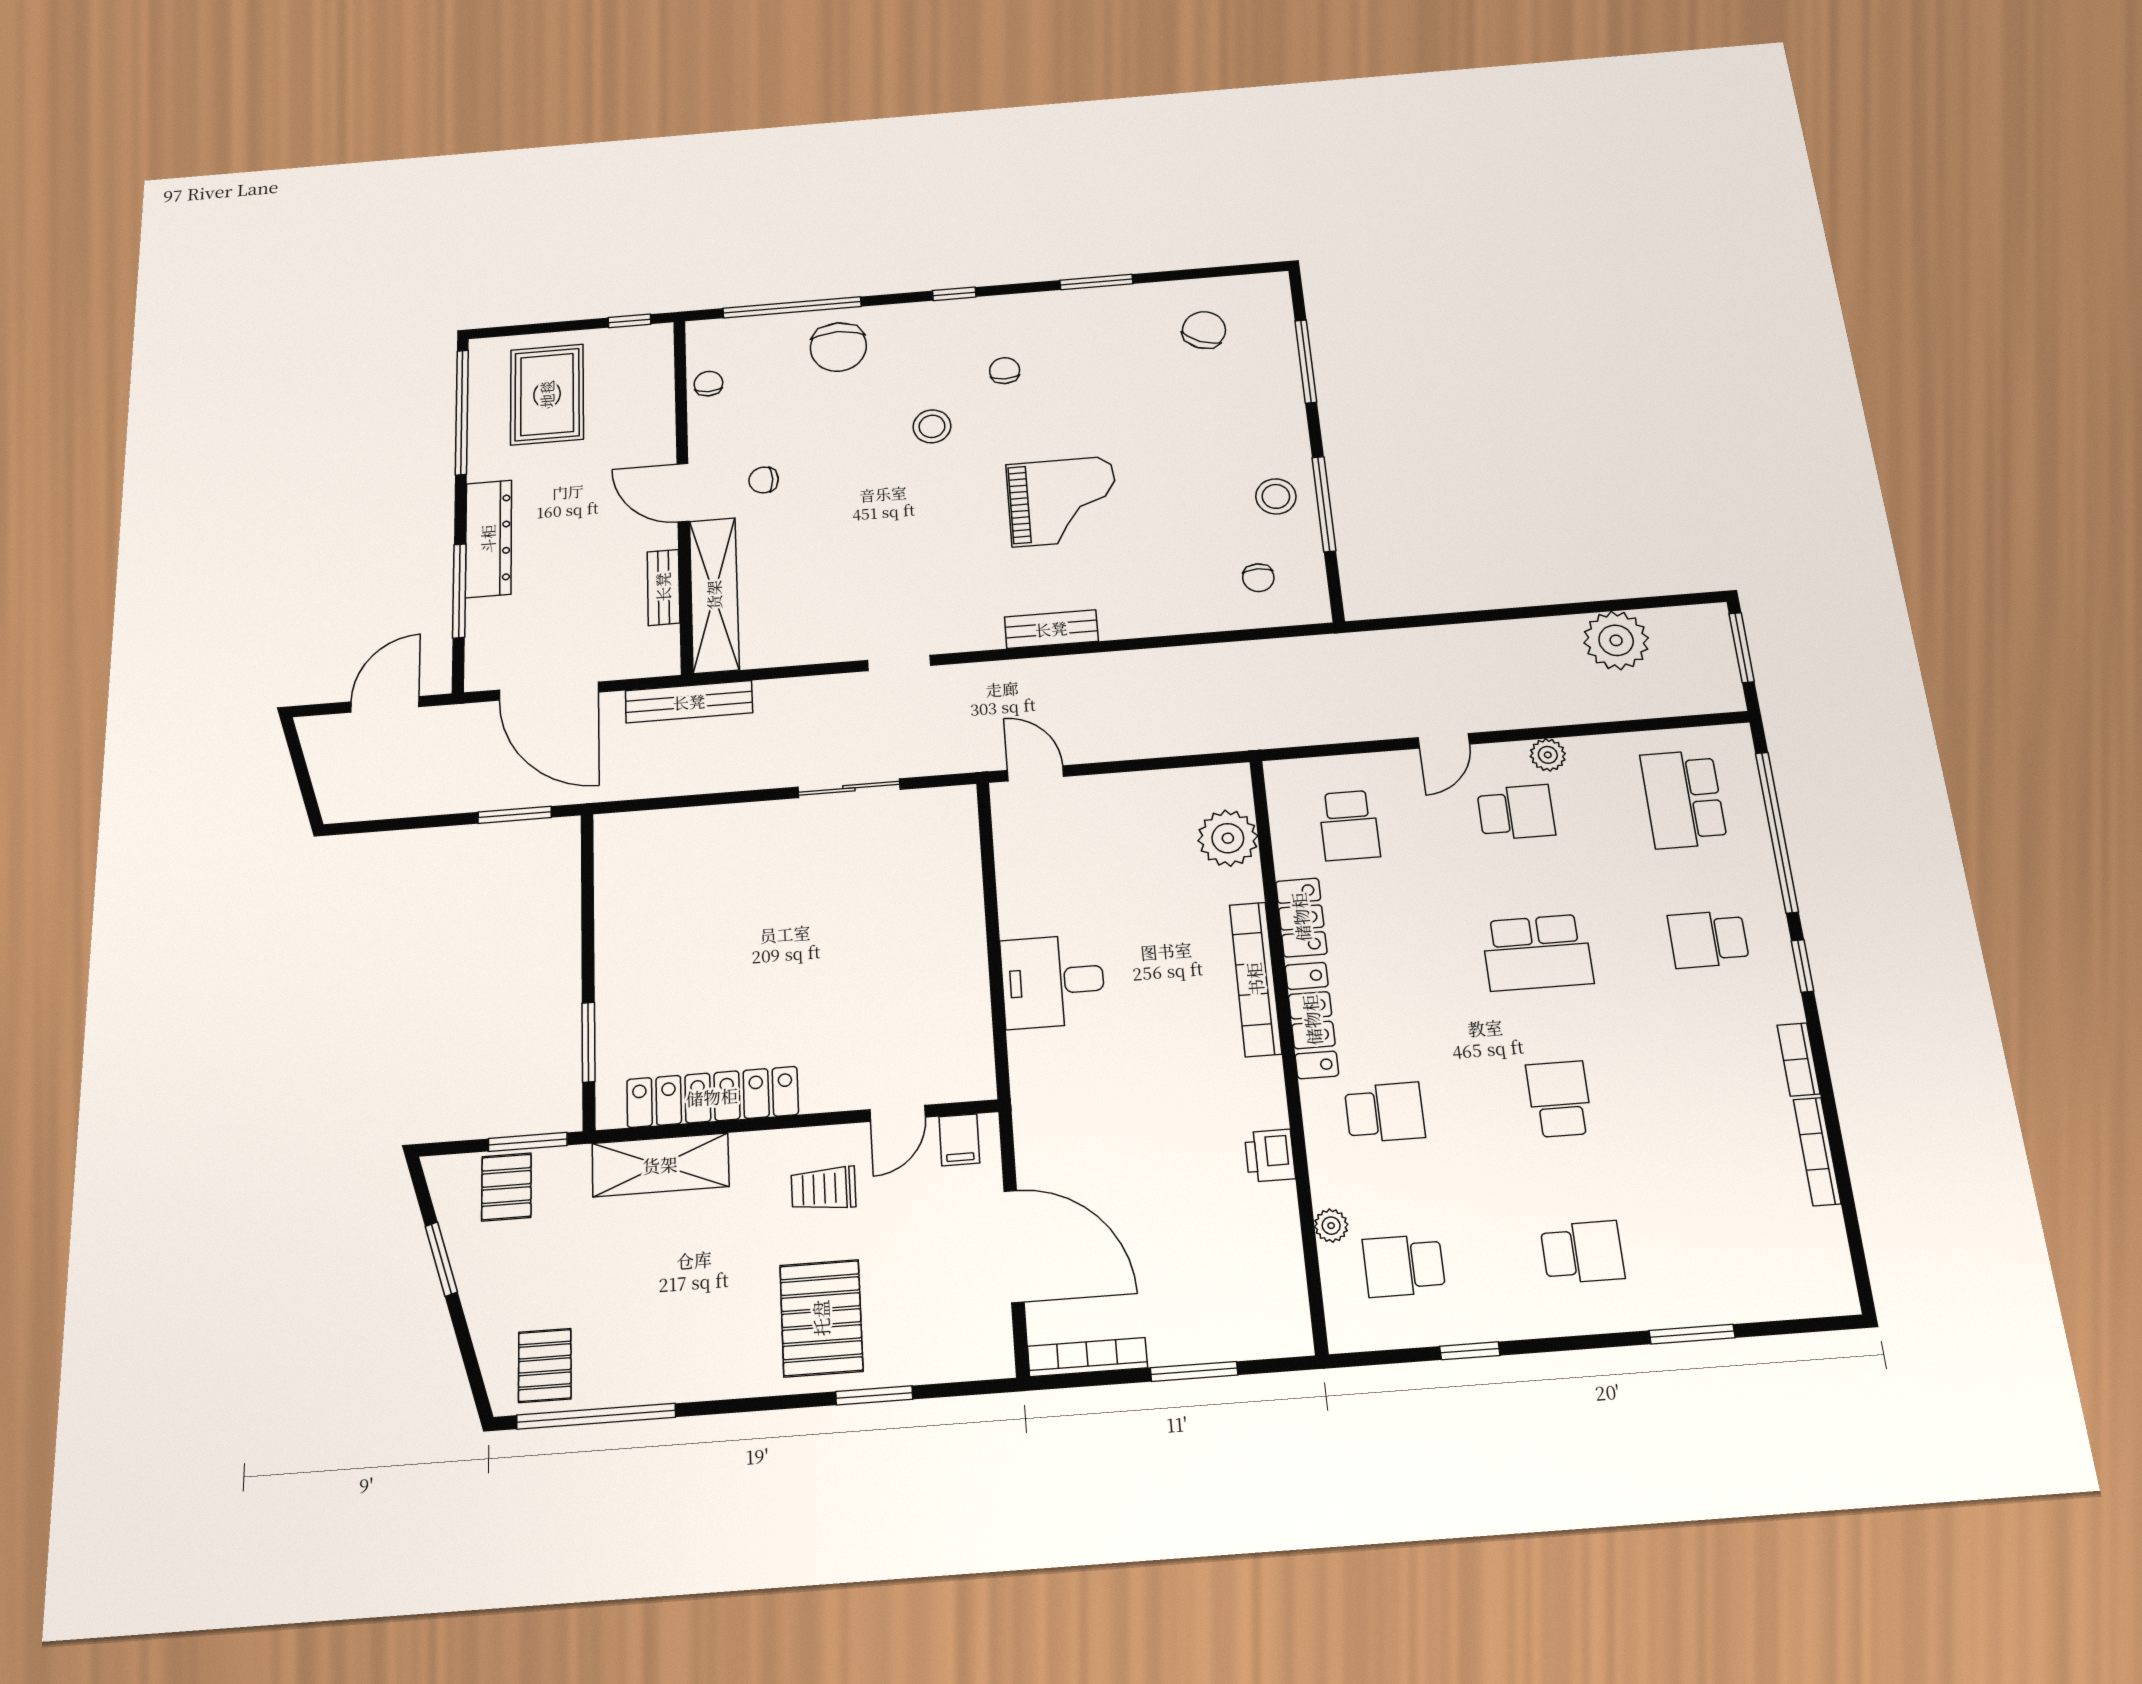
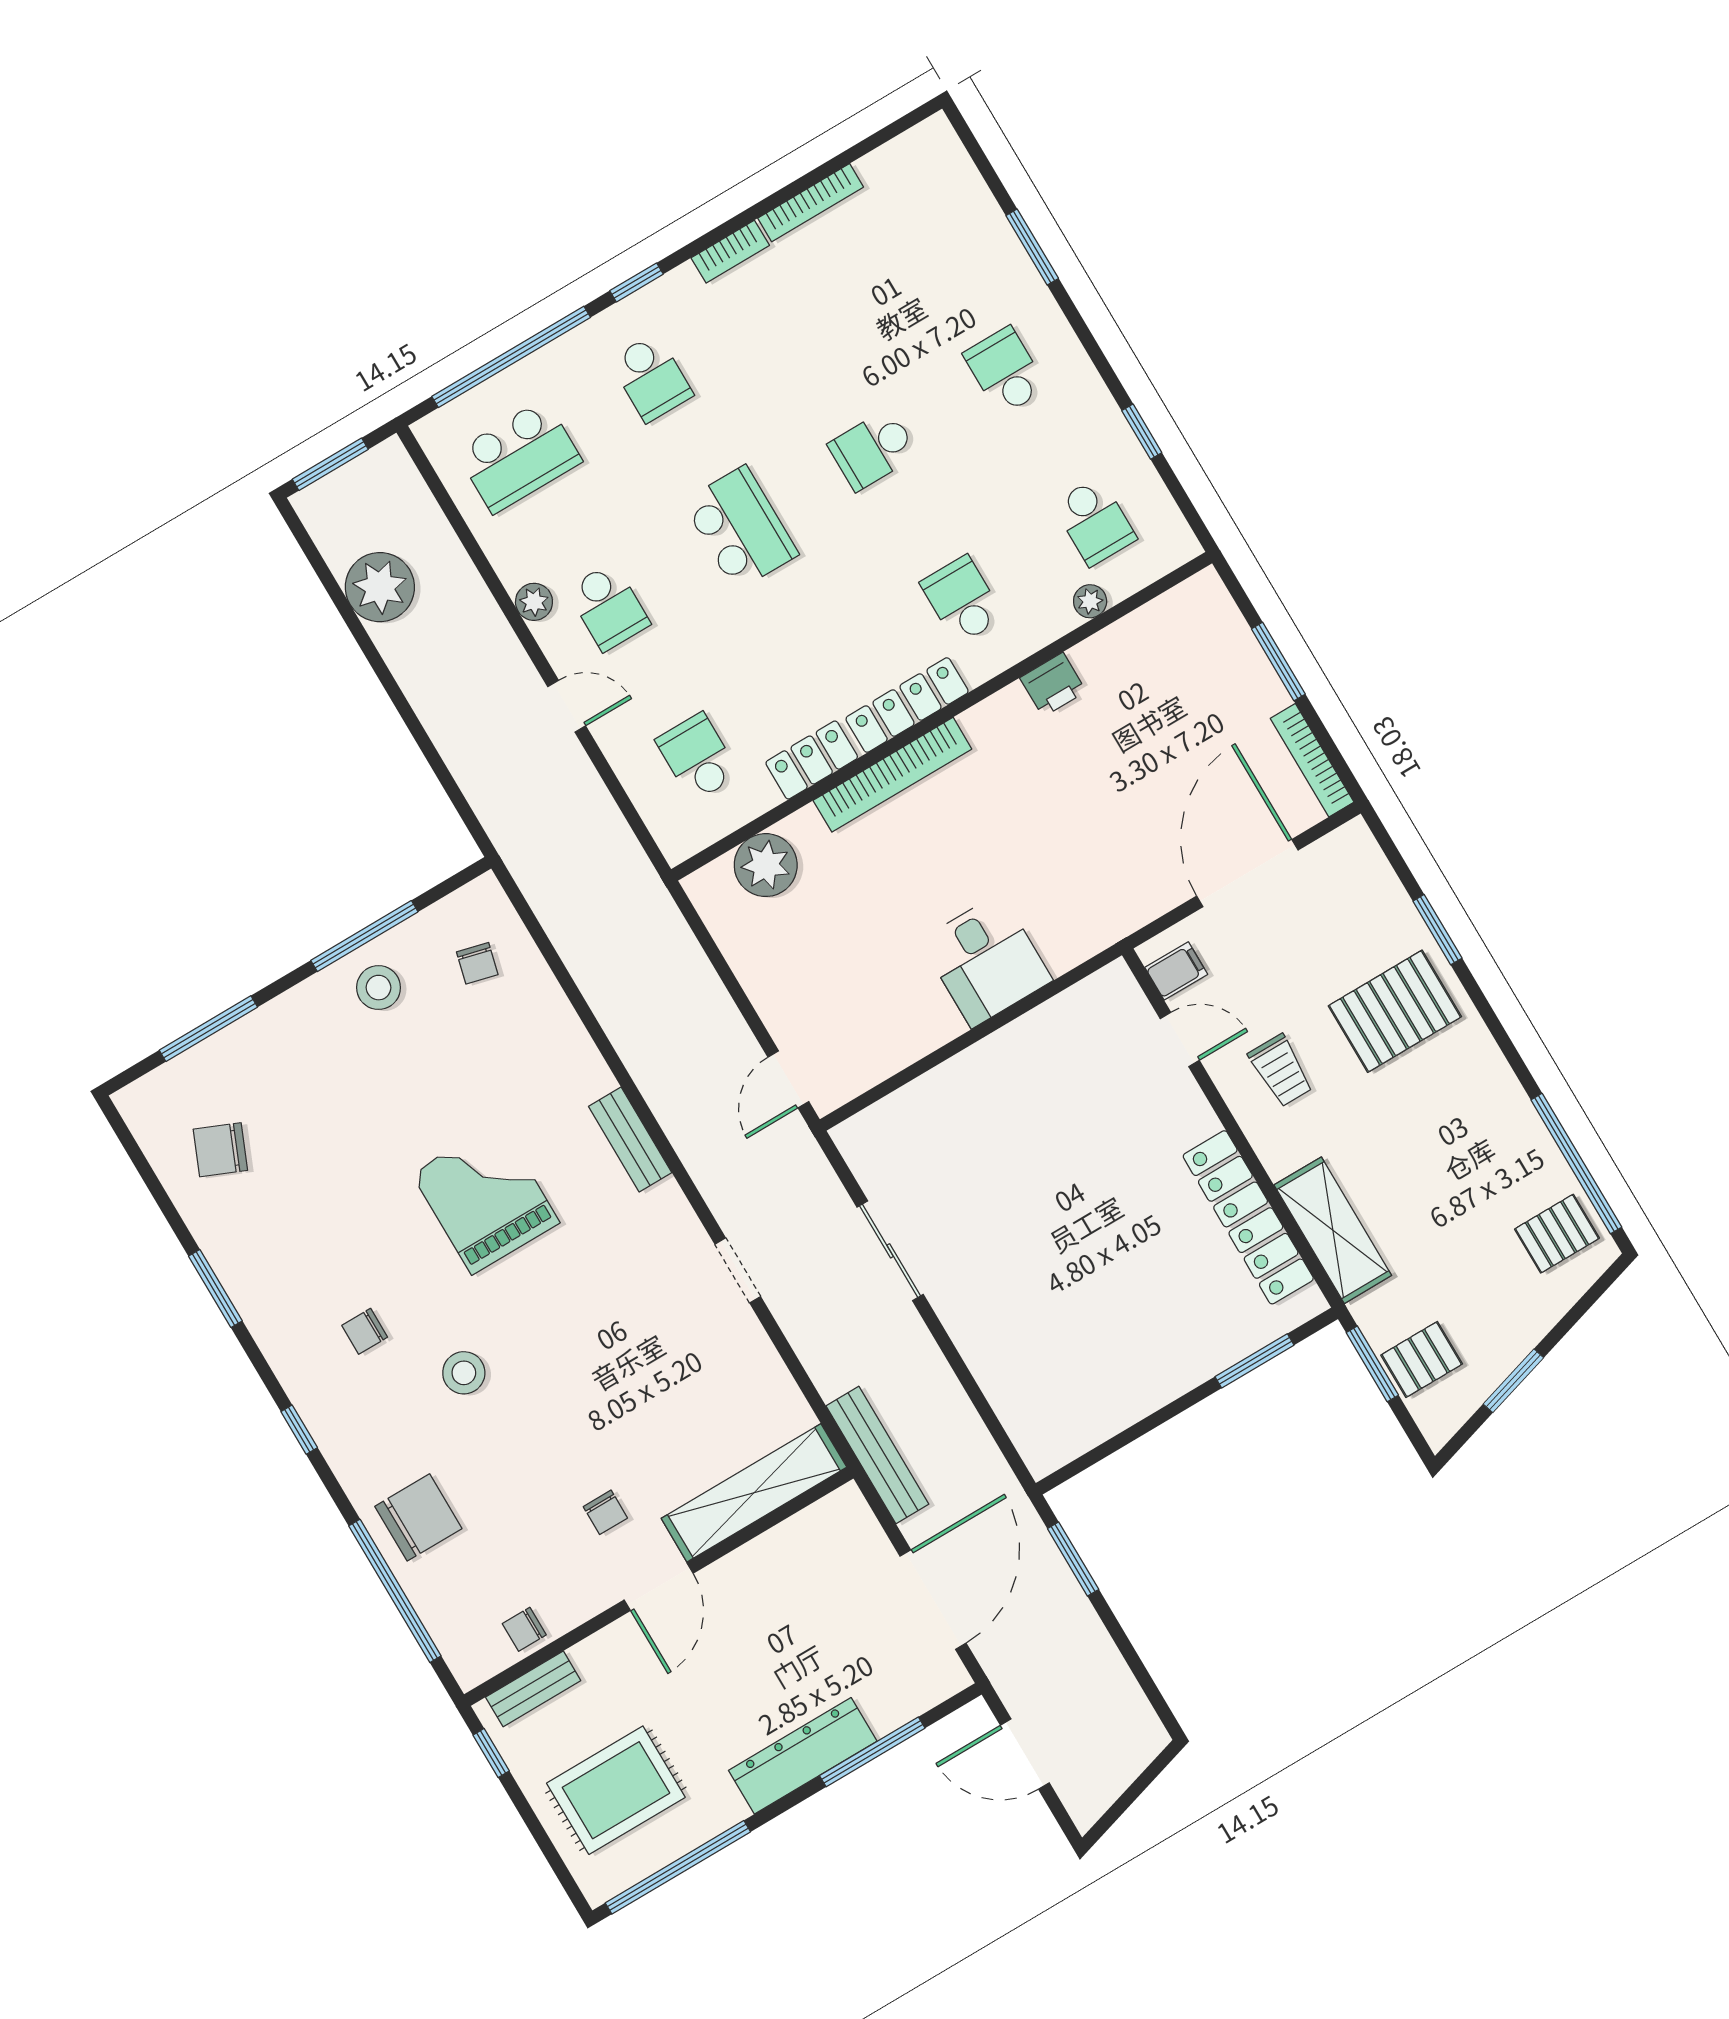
chair: (1258, 578) -> (477, 963), turned 104
bench: (663, 587) -> (533, 1689), moved
school desk: (1516, 812) -> (608, 607), turned 180
school desk: (1349, 825) -> (698, 757), turned -90

